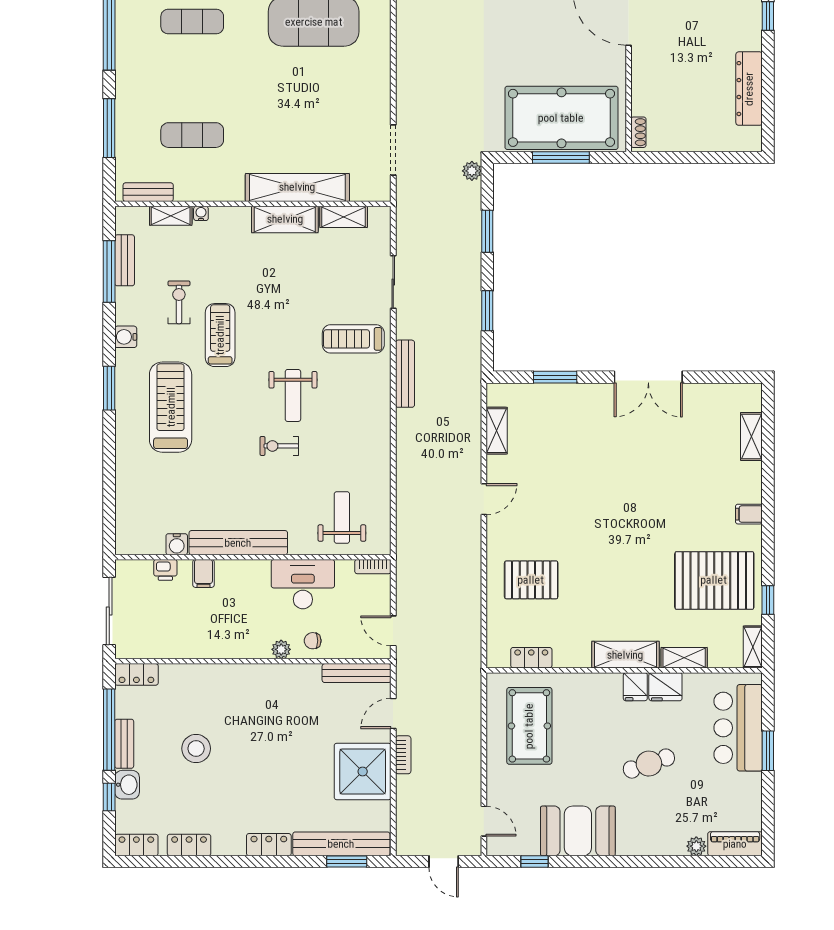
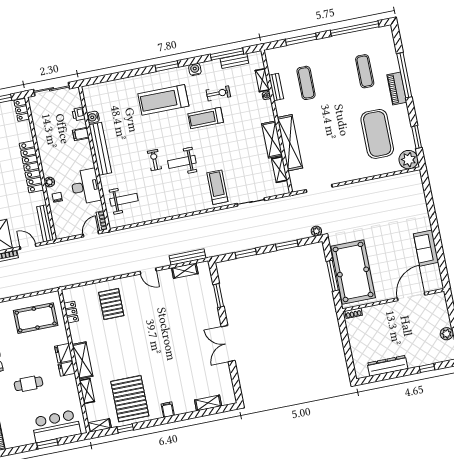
bench: (148, 192) -> (276, 87), moved
treadmill: (220, 335) -> (206, 118), turned 180
bench: (405, 374) -> (188, 257), moved
treadmill: (171, 407) -> (163, 100), turned 180
door: (393, 631) -> (91, 234), moved
locker: (246, 677) -> (31, 167), added
fridge: (665, 687) -> (64, 353), moved
cafe table: (649, 764) -> (29, 384), turned -71

